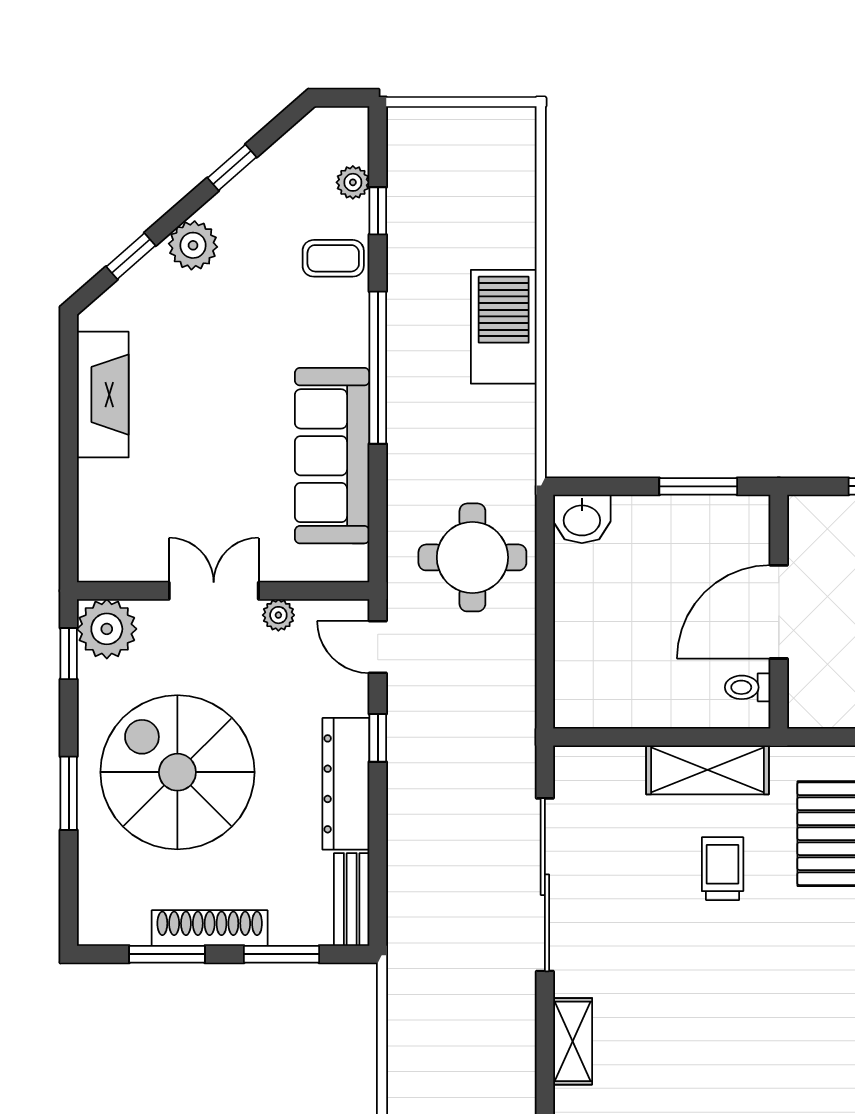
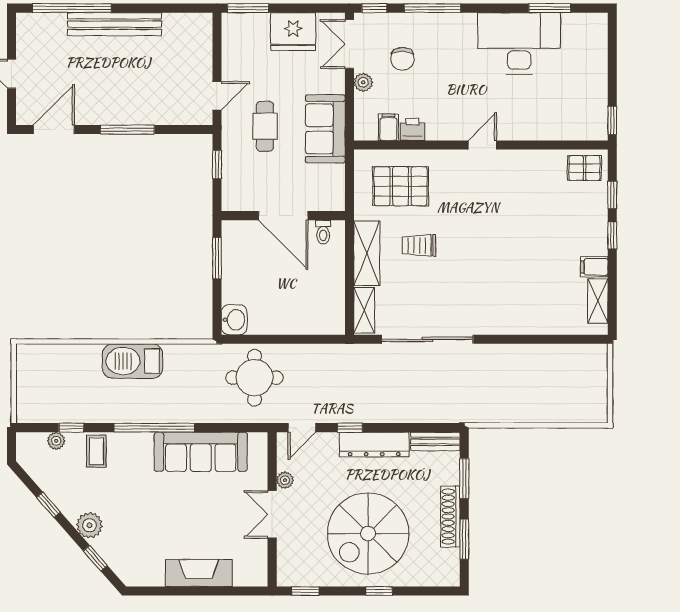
fireplace: (103, 395) -> (199, 573), moved
plant: (107, 629) -> (292, 571), removed
window: (69, 793) -> (379, 591), width x0.67
shelving: (573, 1041) -> (364, 310), moved, turned 90

